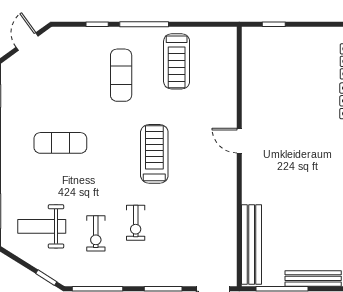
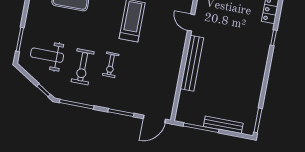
exercise bike: (96, 233) -> (83, 67), width x1.38, depth x1.39
bench: (252, 244) -> (192, 63), moved

